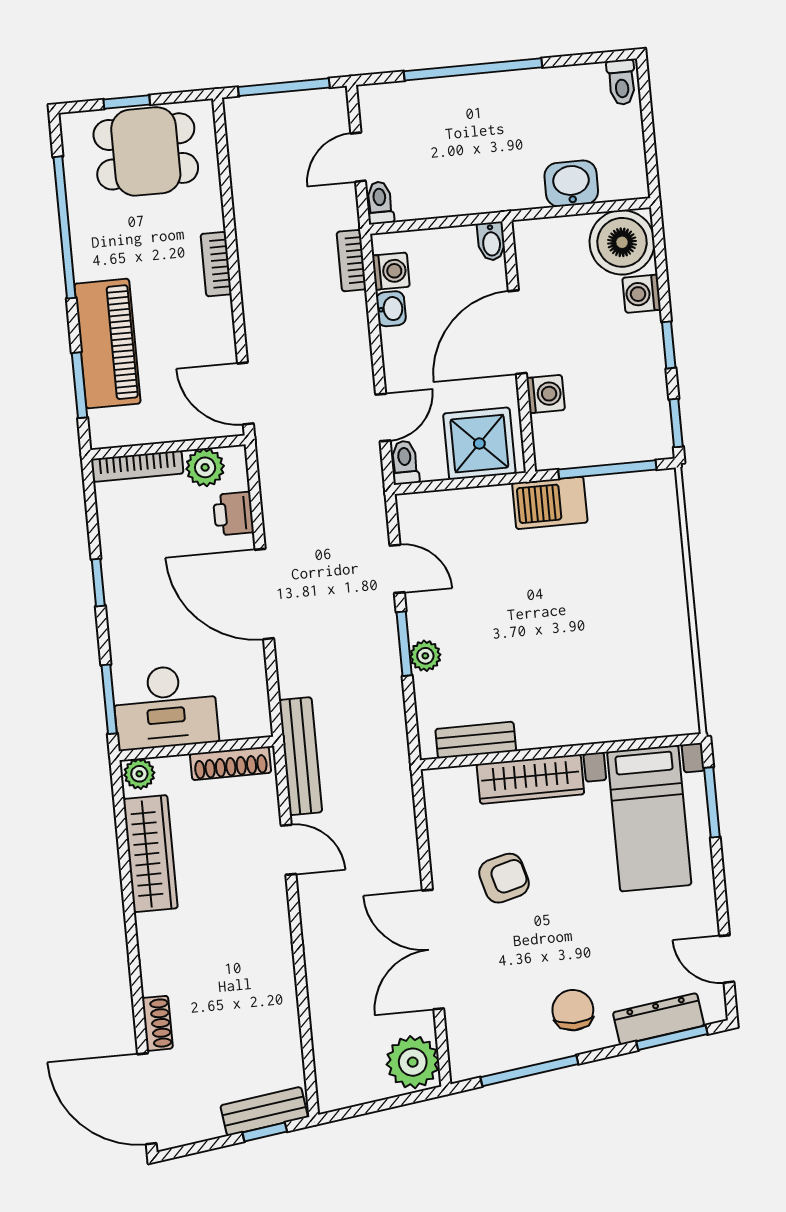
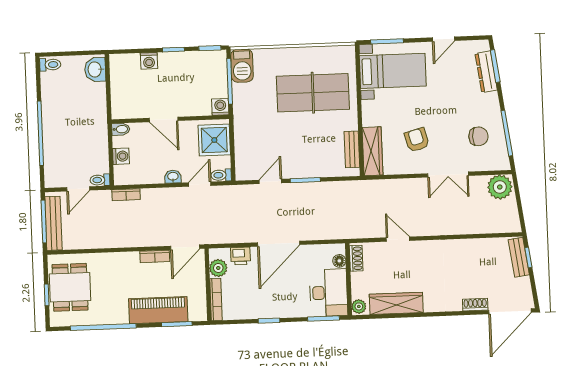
door: (358, 157) -> (78, 189), hinge flipped
washbasin: (571, 184) -> (95, 69), moved
boiler: (622, 242) -> (125, 69), removed
bookcase: (216, 264) -> (155, 256), moved
washing machine: (391, 271) -> (121, 156), moved, turned 90
washbasin: (391, 309) -> (173, 177), moved
door: (517, 332) -> (164, 119), width x0.73
washing machine: (546, 394) -> (220, 107), moved
door: (383, 418) -> (200, 184), hinge flipped
barbecue: (550, 503) -> (242, 66), moved
table tennis table: (593, 649) -> (313, 93), added
plant: (425, 656) -> (311, 171), removed
floor lamp: (235, 726) -> (339, 261), added
bench: (301, 756) -> (53, 223), moved, turned 90
shoe rack: (231, 763) -> (356, 258), width x0.70
wardrobe: (530, 779) -> (372, 151), moved
door: (289, 850) -> (398, 239), hinge flipped
double door: (433, 950) -> (448, 175), width x0.73
door: (727, 959) -> (443, 39), moved
chair: (573, 1010) -> (478, 136), moved, turned 180

